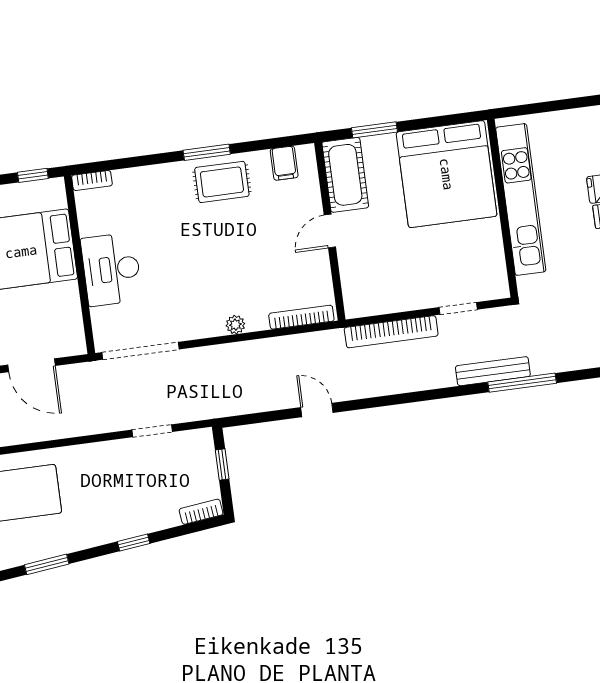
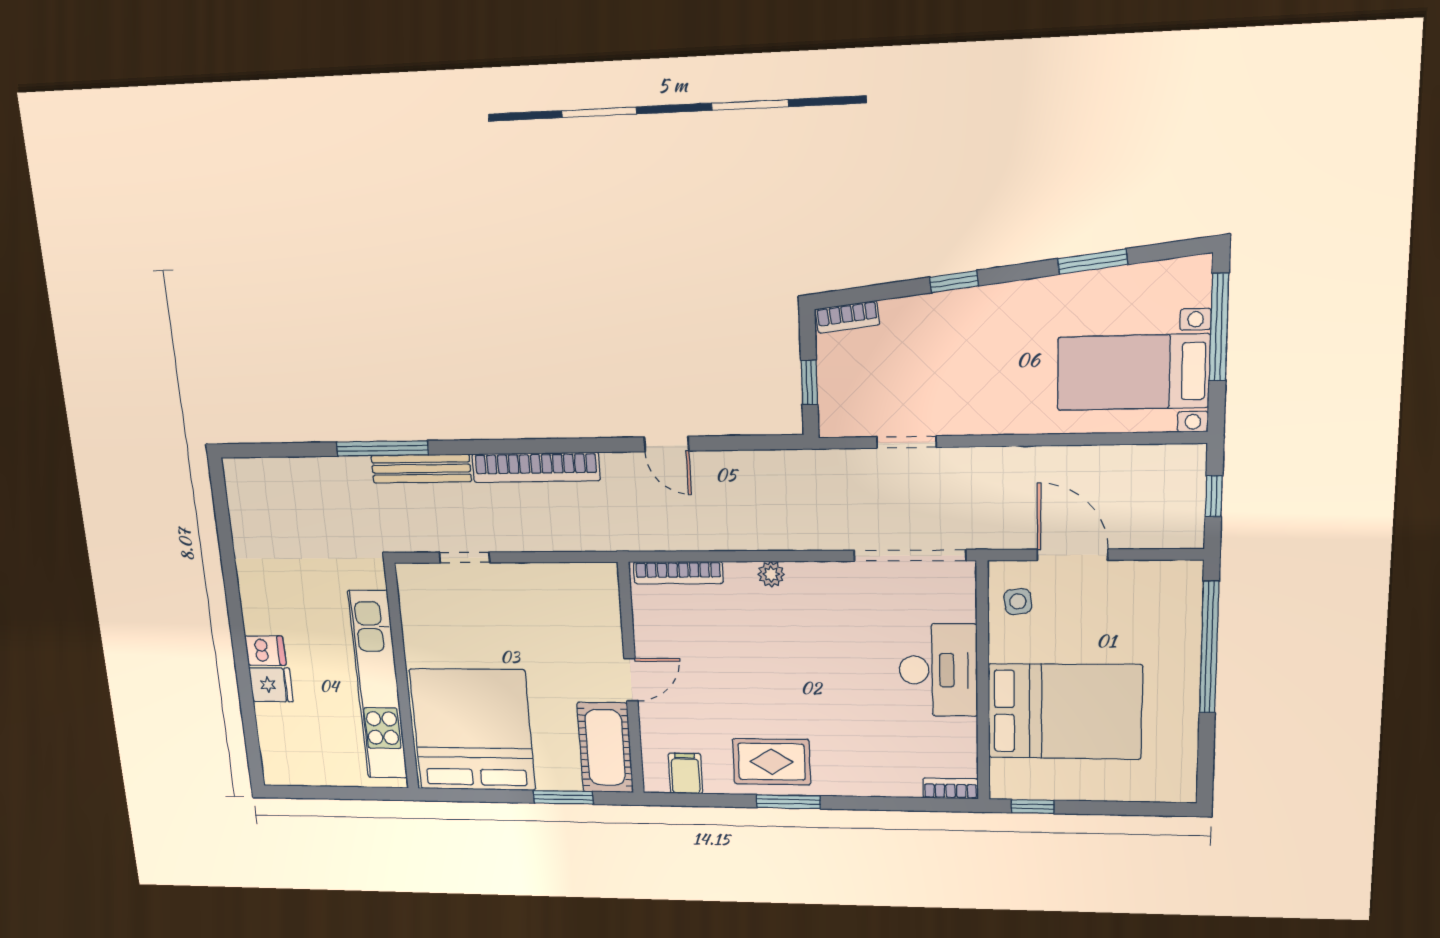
side table: (63, 327) -> (1018, 602), added
bookcase: (391, 332) -> (536, 467), moved, turned 180

